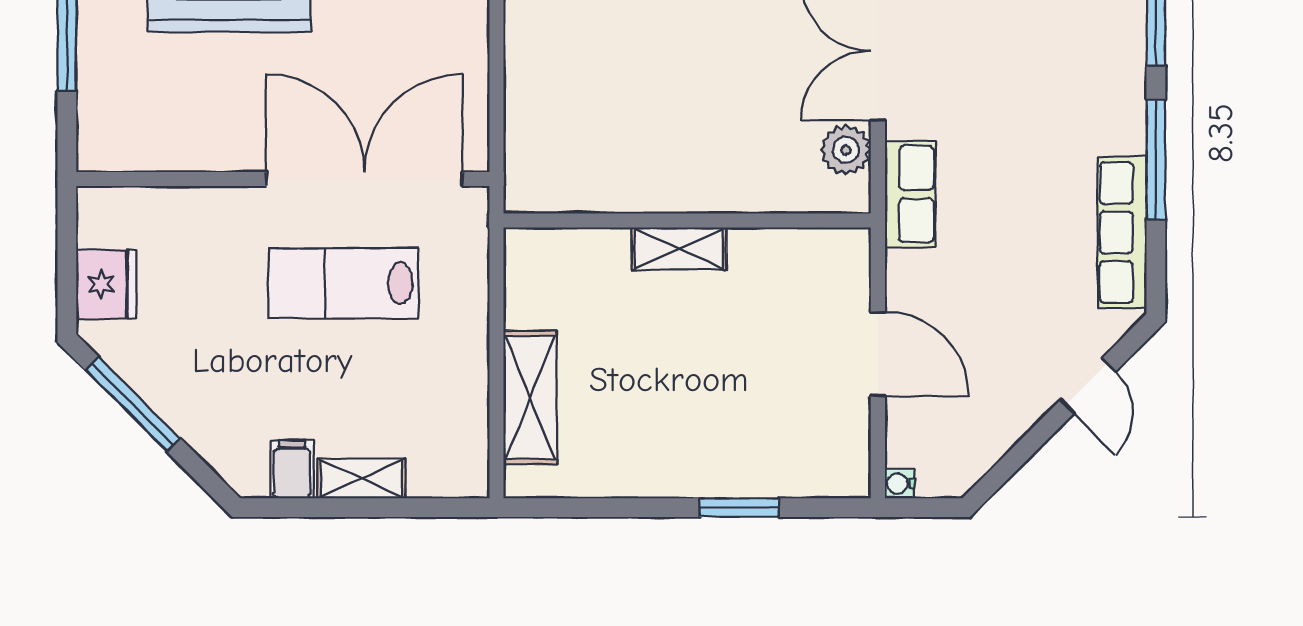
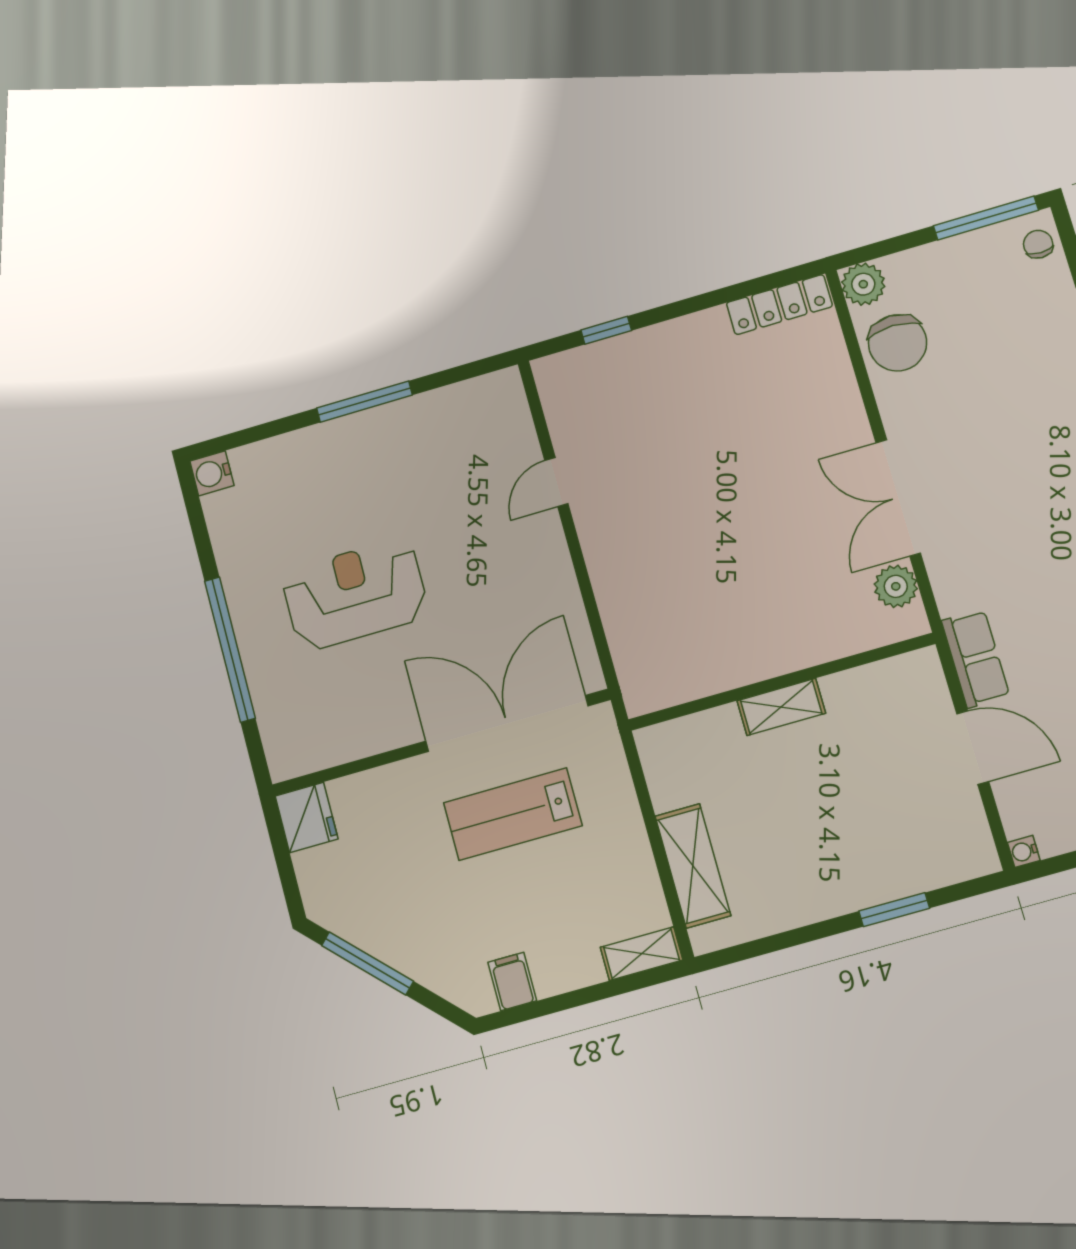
row of seats: (910, 194) -> (976, 658), moved
fridge: (106, 284) -> (306, 817), moved
shelving: (361, 479) -> (642, 954), moved

